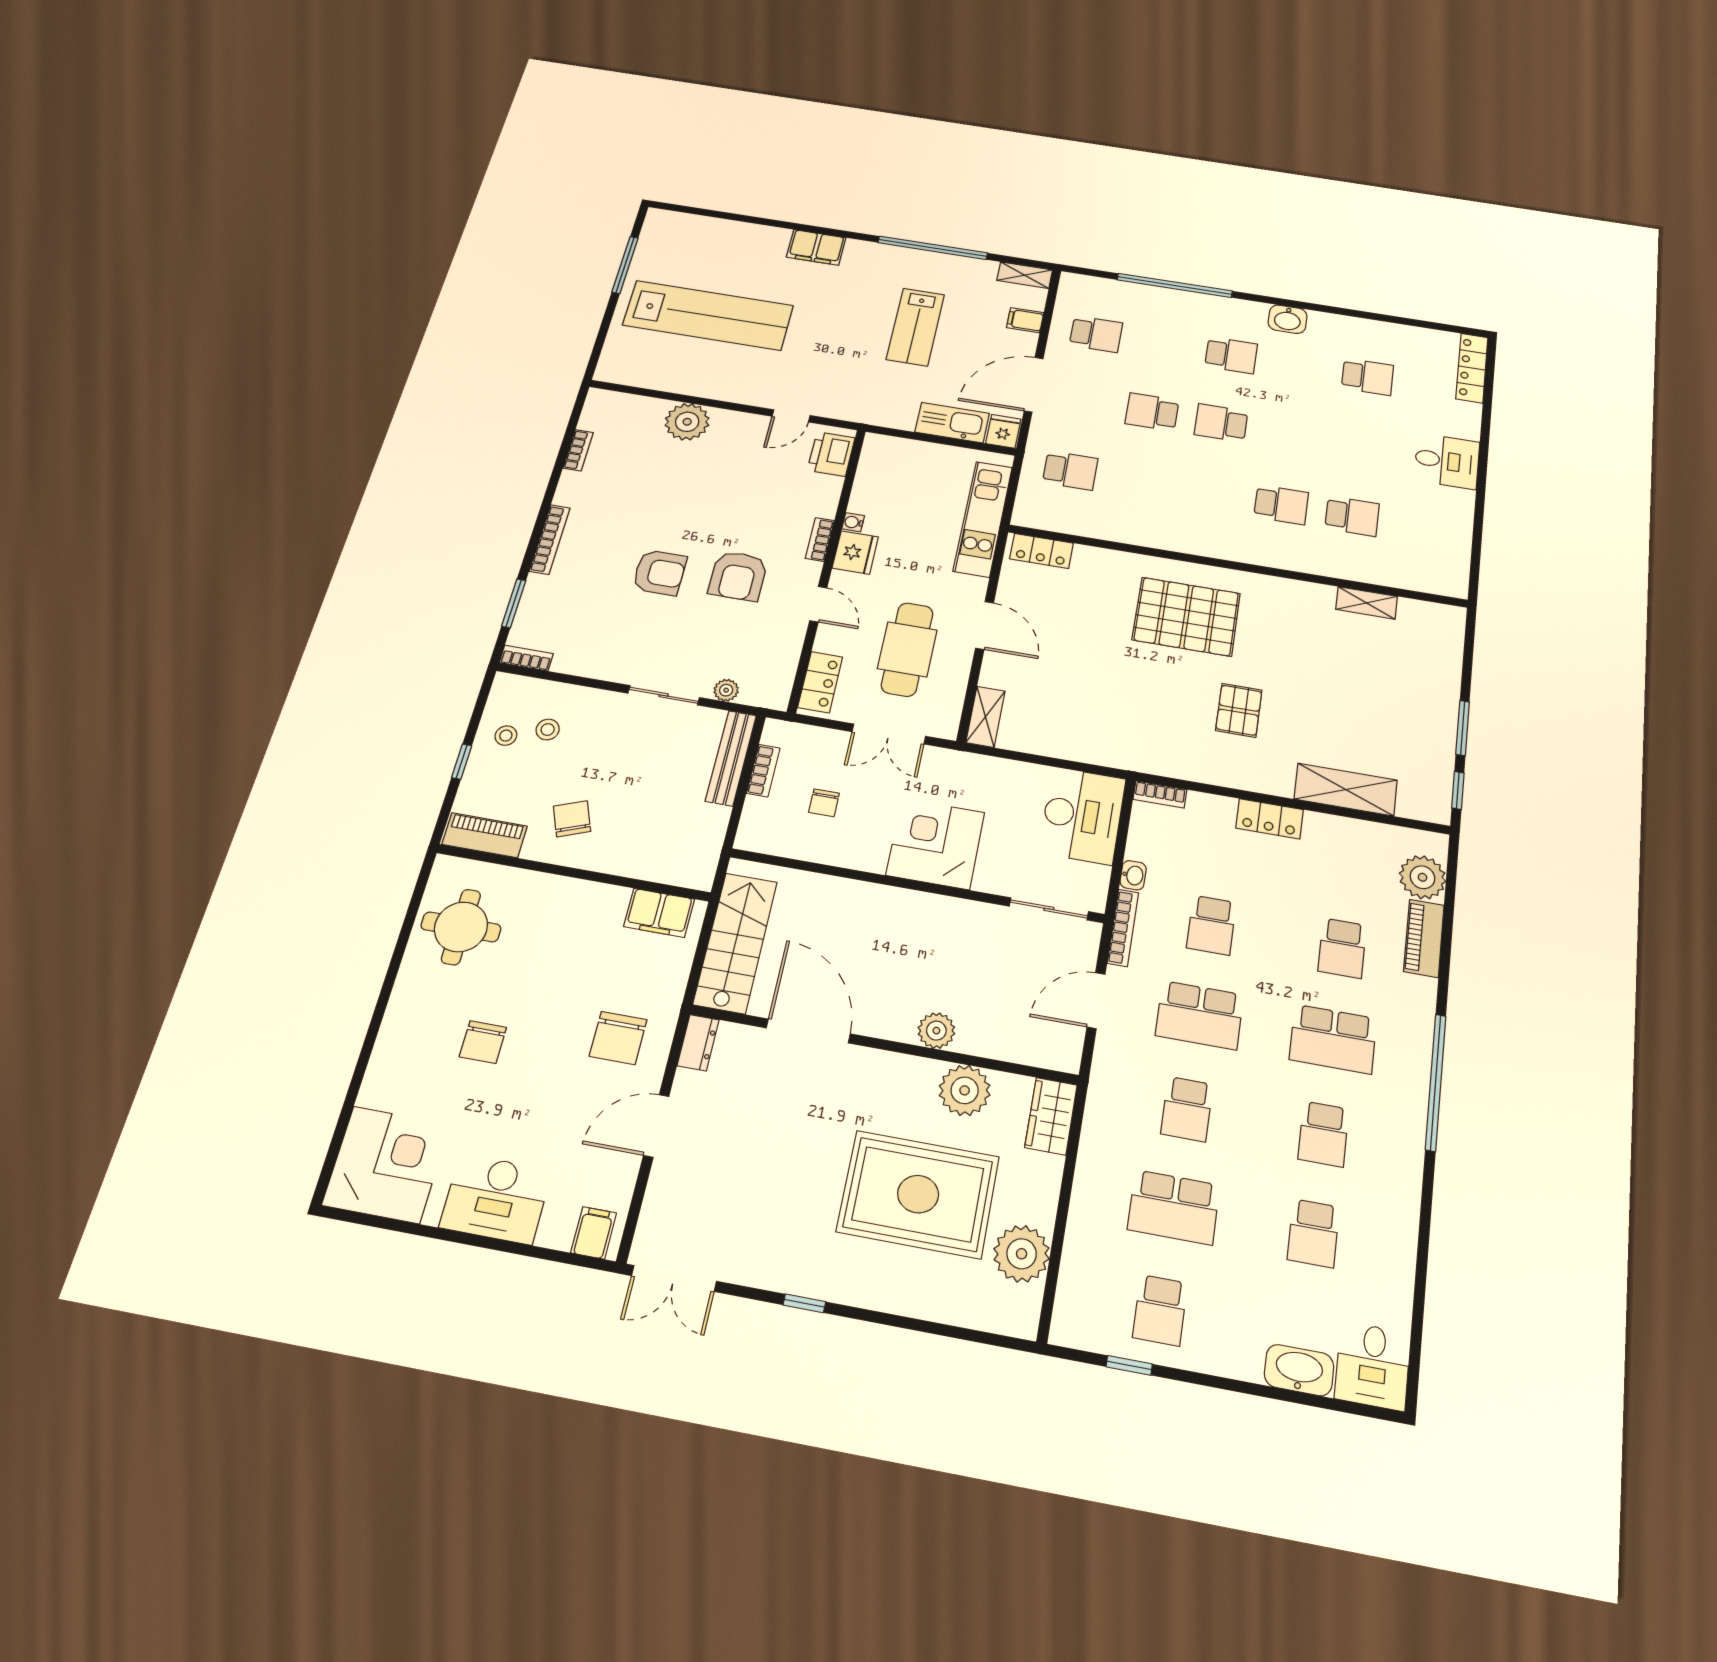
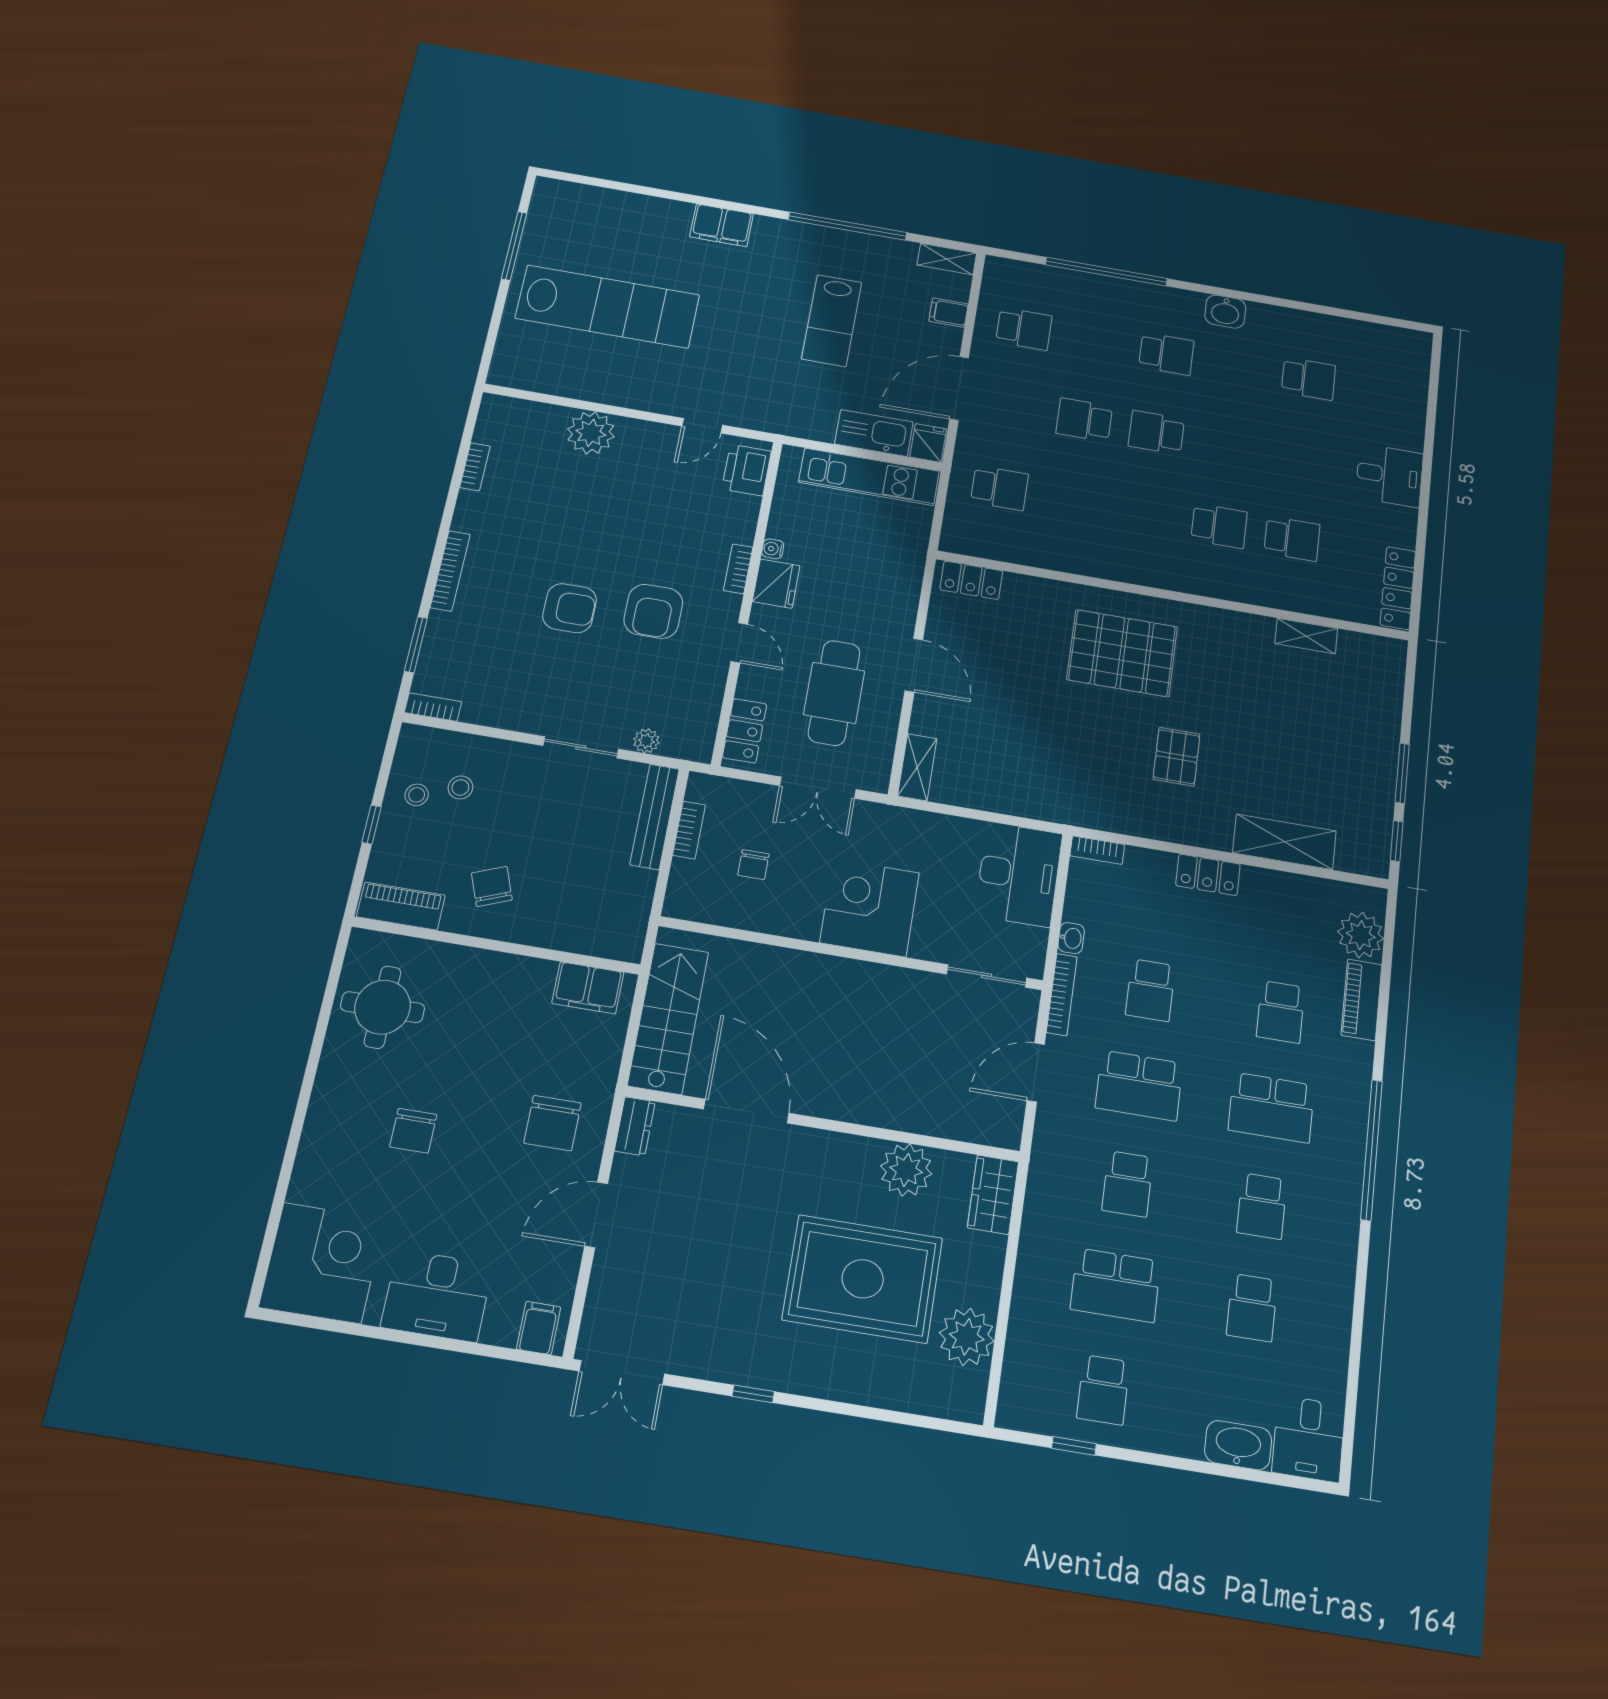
locker: (1472, 368) -> (1398, 588), moved
kitchen unit: (983, 519) -> (869, 477), moved, turned -90
plant: (936, 1031) -> (876, 1108), removed

